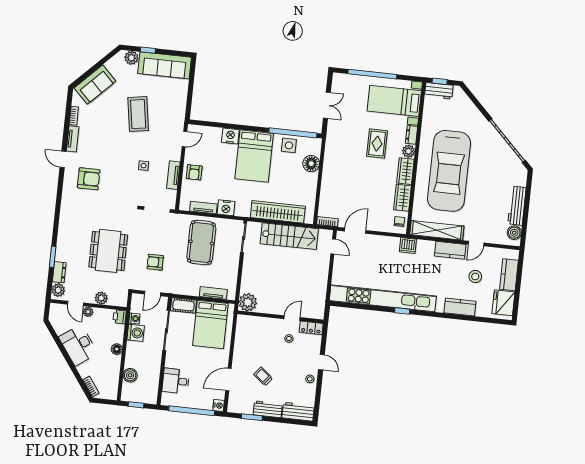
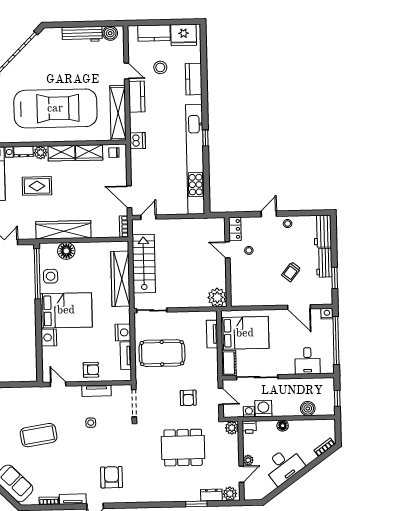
wardrobe: (332, 163) -> (63, 230), added
plant: (101, 298) -> (232, 428), moved

